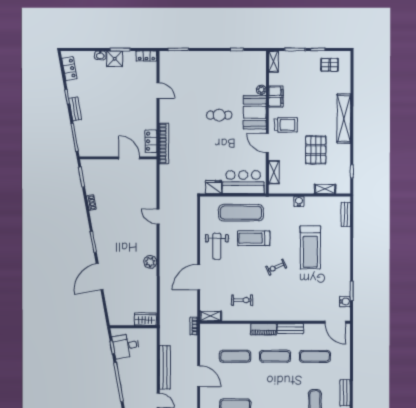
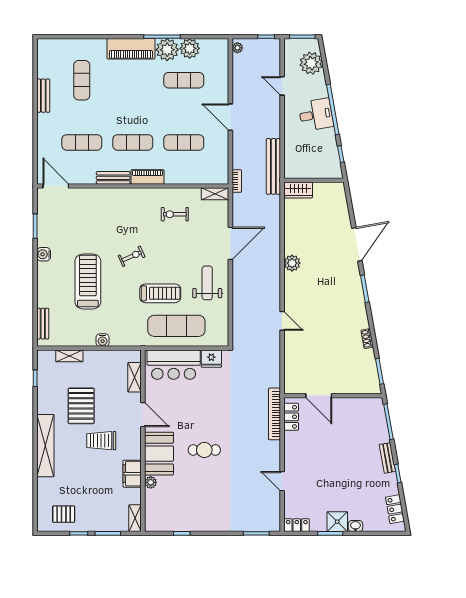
trolley: (286, 125) -> (101, 441), moved
water cooler: (345, 301) -> (44, 254), moved
desk: (126, 346) -> (316, 115), moved
bench: (165, 367) -> (273, 166), moved

